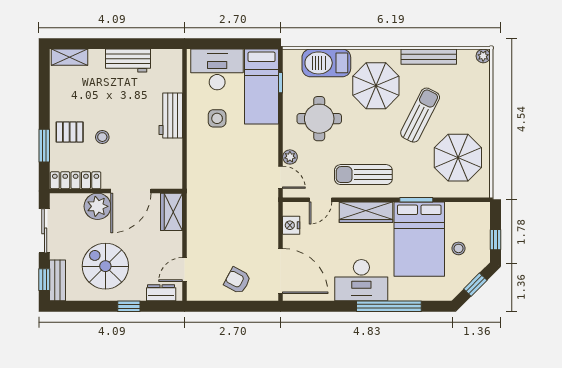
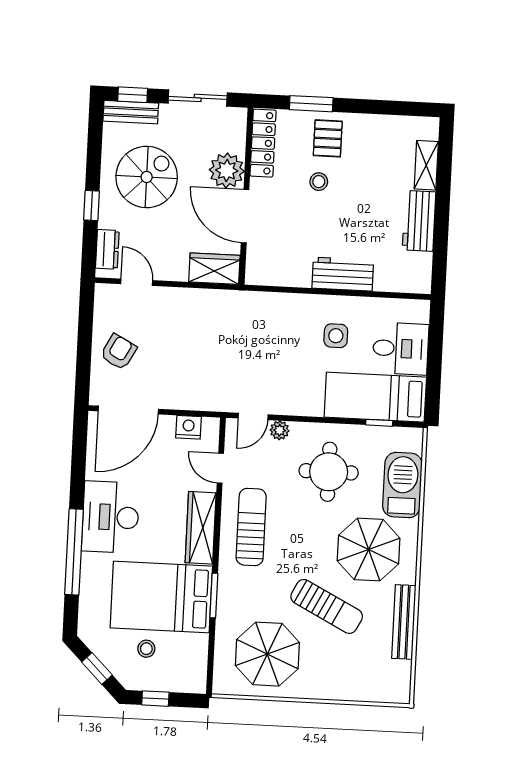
plant: (483, 56) -> (401, 695), removed
shelving: (70, 57) -> (426, 165), moved
desk: (217, 69) -> (401, 349), width x0.73

